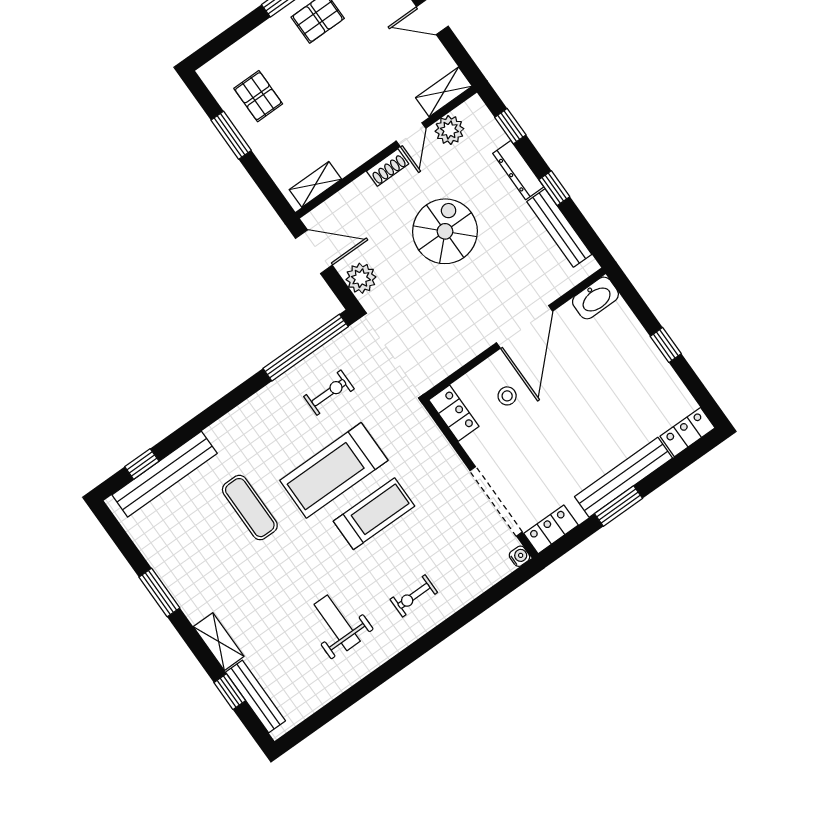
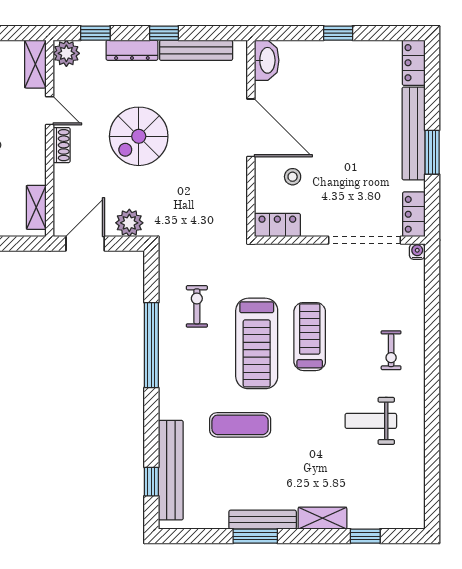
plant: (449, 130) -> (66, 53), moved
spiral stairs: (445, 231) -> (139, 136), turned -90
window: (306, 348) -> (151, 345), moved
bench: (256, 697) -> (263, 520), moved

